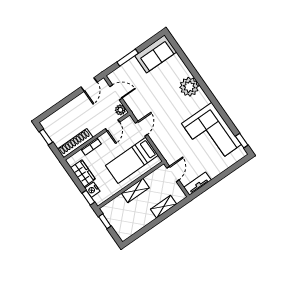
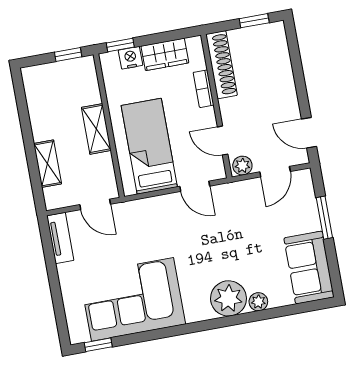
plant: (184, 71) -> (258, 302), added

